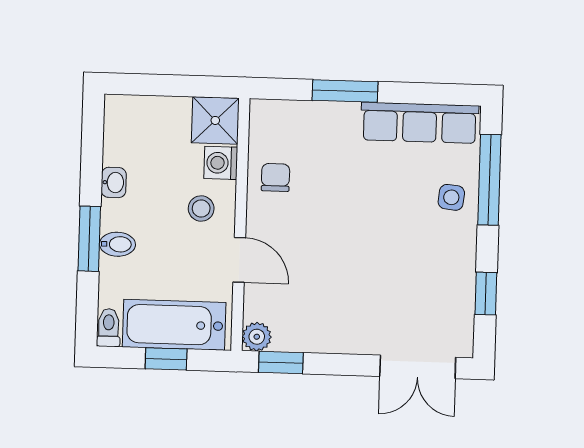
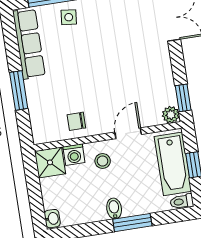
washbasin: (114, 182) -> (52, 219), moved, turned 90
bidet: (117, 244) -> (114, 208), moved

